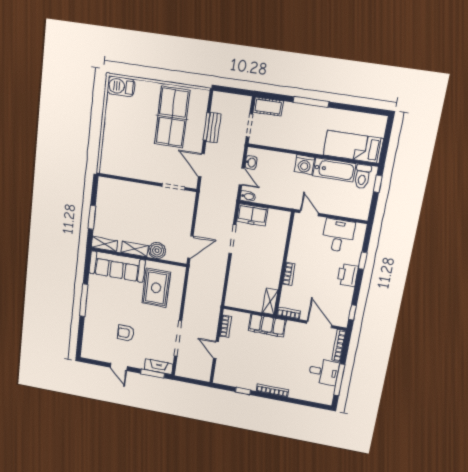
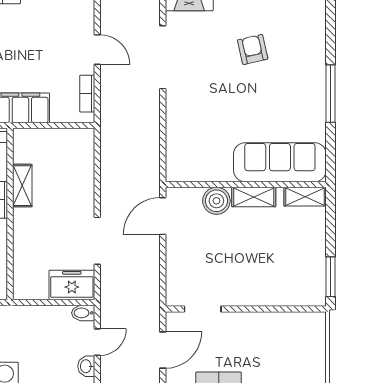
door: (201, 165) -> (163, 350), hinge flipped
door: (242, 177) -> (97, 342), swing flipped
window: (92, 217) -> (331, 277), moved
rug: (156, 288) -> (210, 138), removed
shelving: (270, 301) -> (22, 186), moved
armchair: (126, 333) -> (253, 49), turned -103

